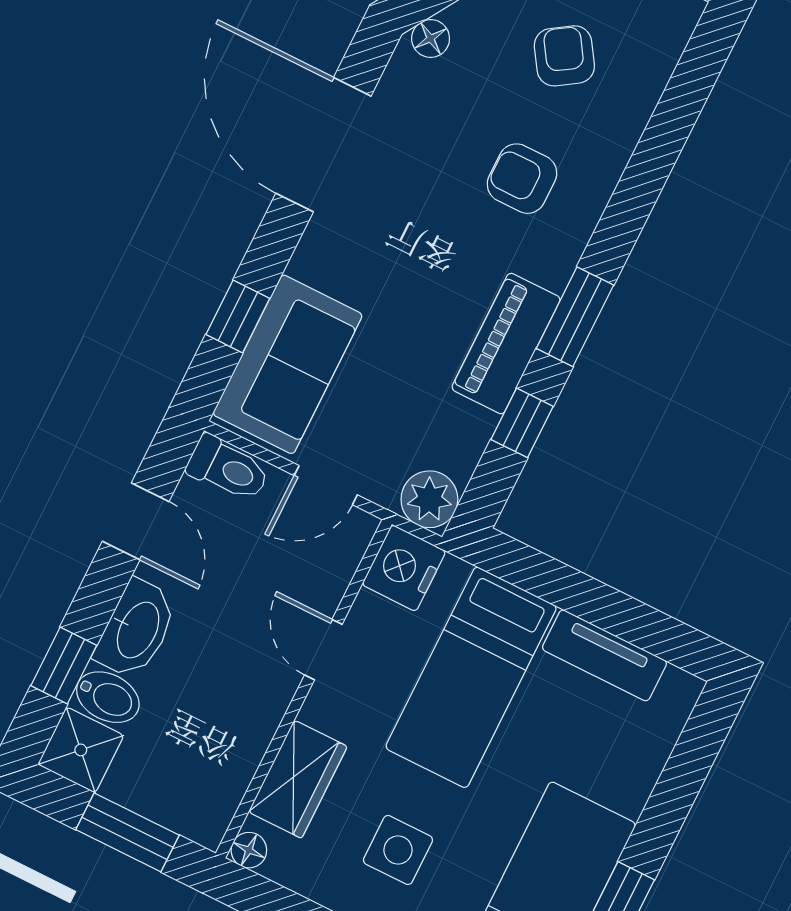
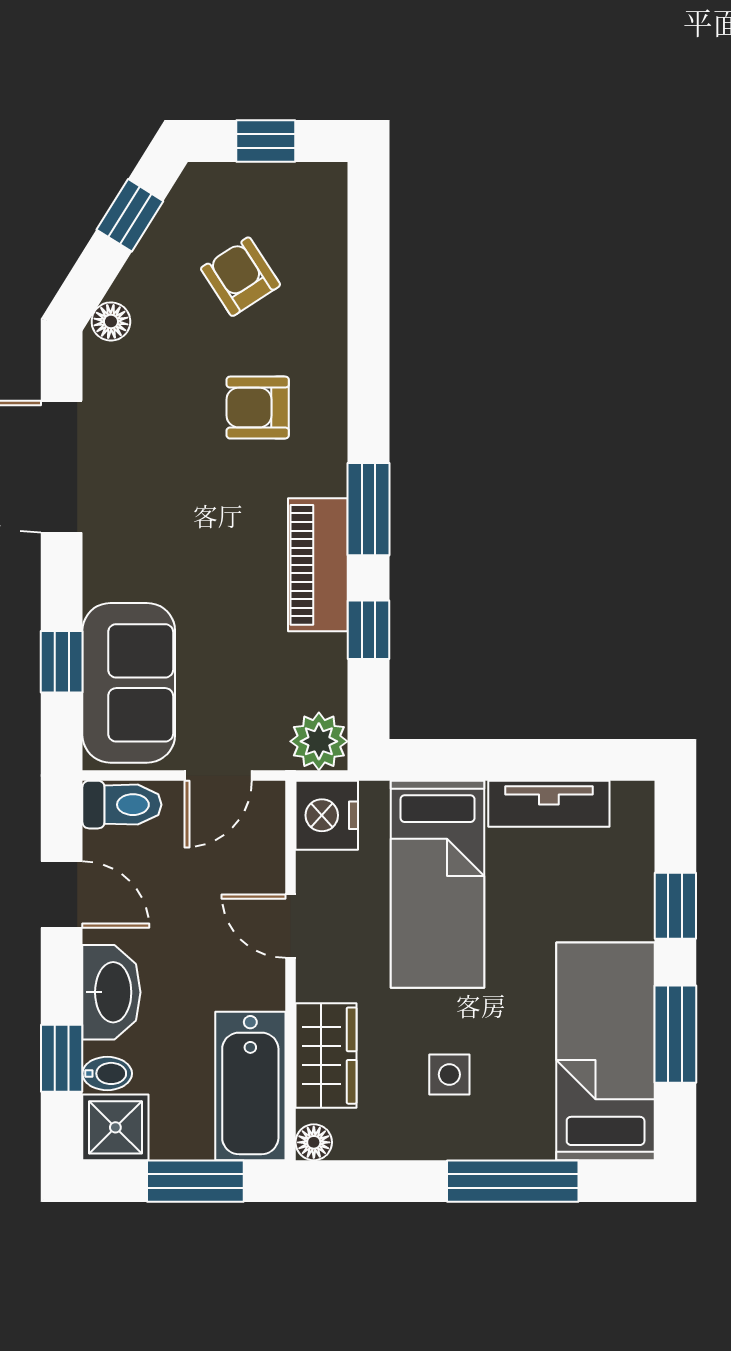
bidet: (108, 697) -> (107, 1073), width x0.72, depth x0.74
bathtub: (218, 773) -> (250, 1086), added
window: (671, 801) -> (675, 906), added
side table: (398, 850) -> (449, 1075), width x0.73, depth x0.73

